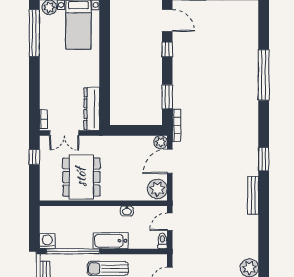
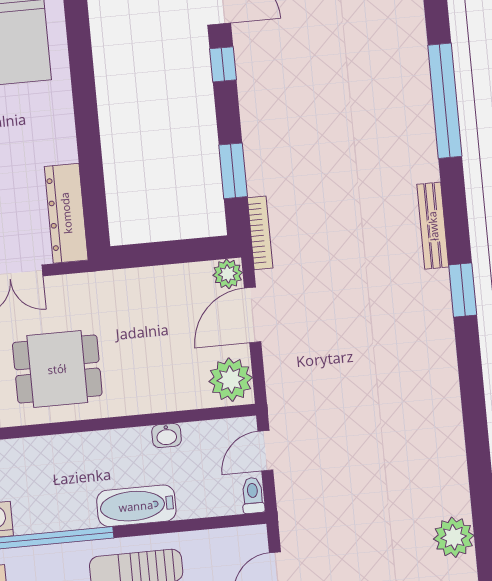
dining table: (81, 177) -> (57, 369), width x0.73
bench: (253, 196) -> (433, 226), moved

